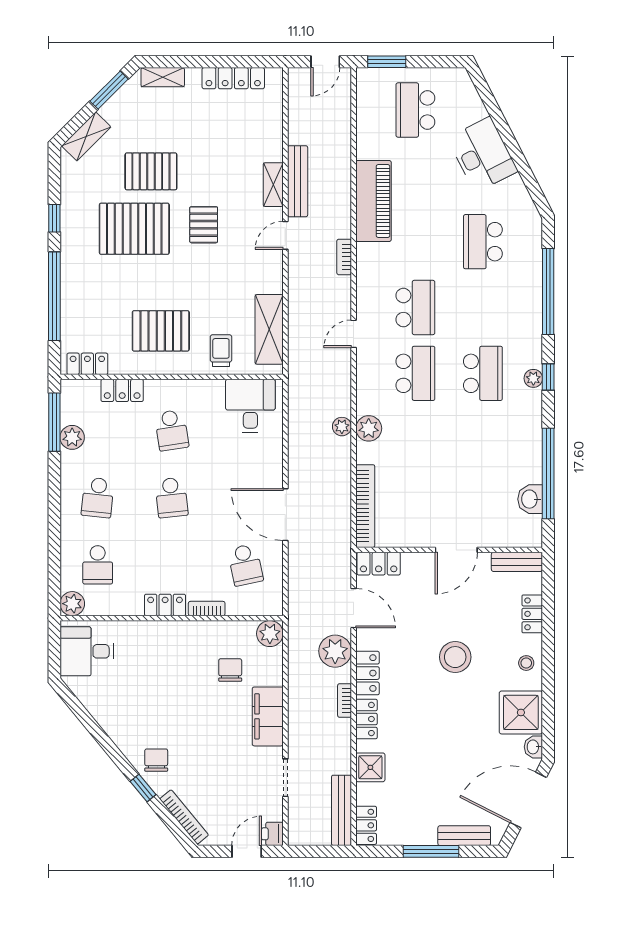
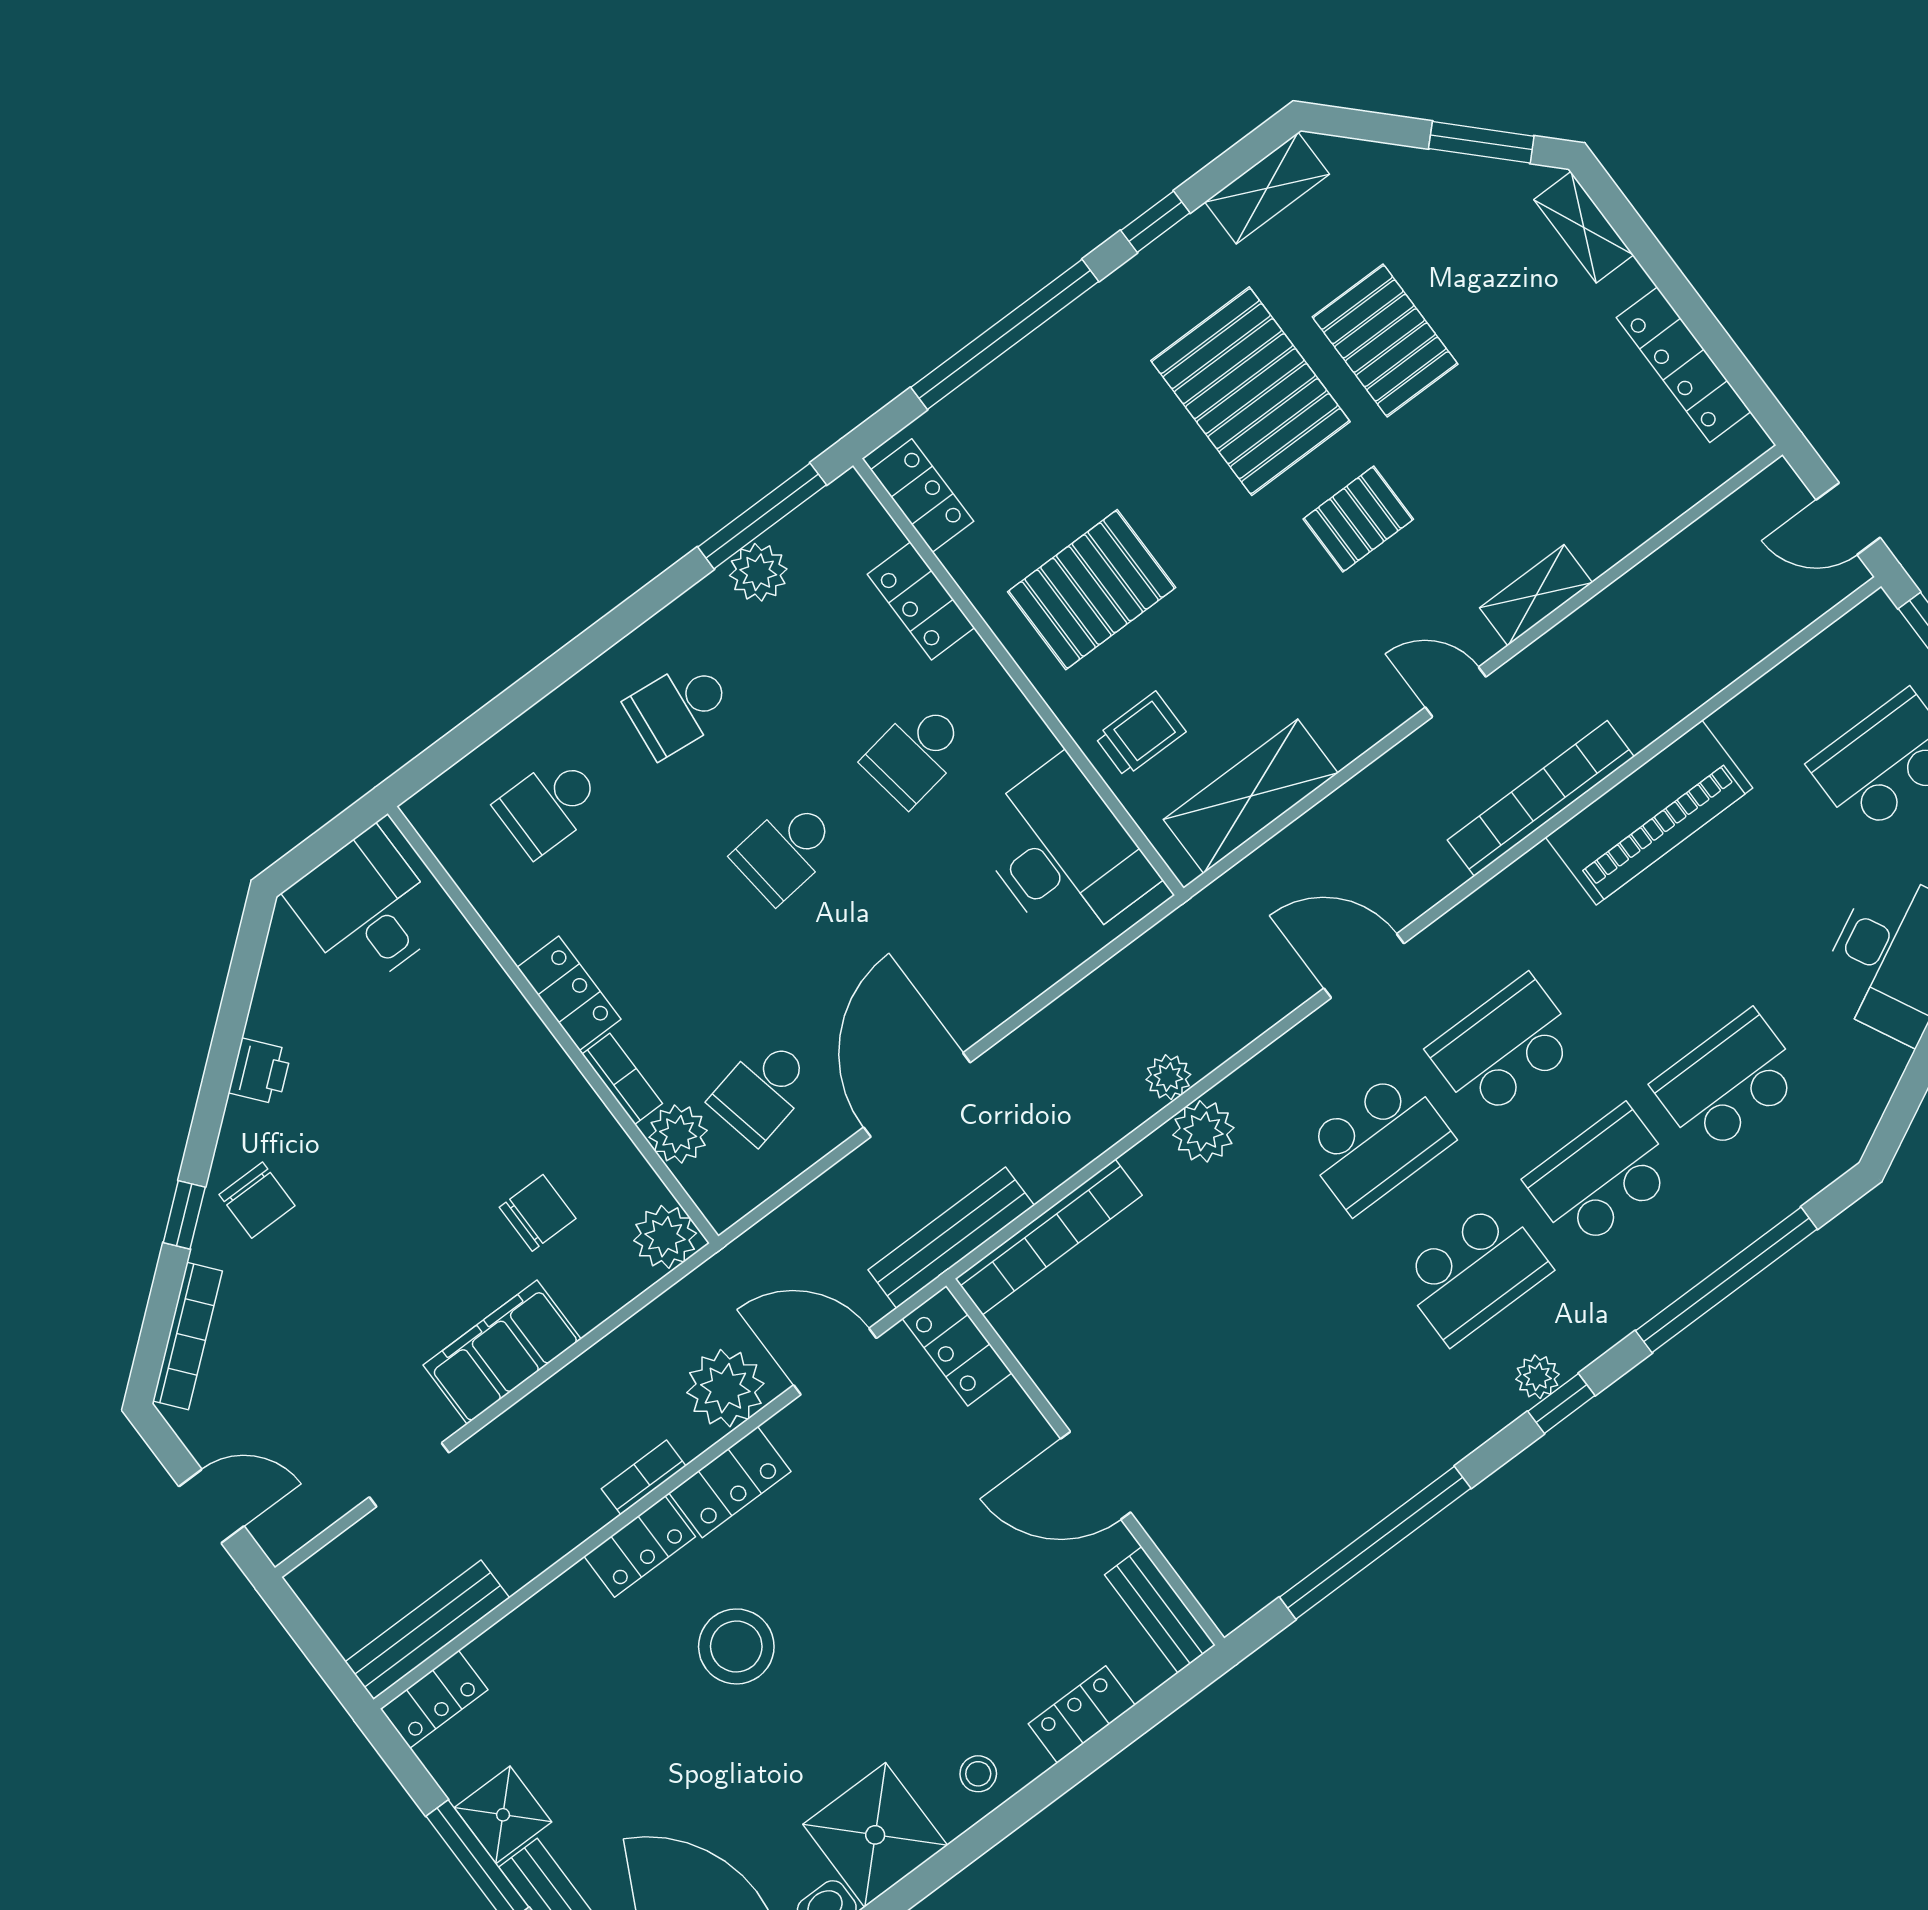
shelving: (86, 136) -> (1267, 188), moved, turned -45
bench: (298, 181) -> (951, 1238), moved
bookcase: (344, 257) -> (1541, 798), width x2.31, depth x1.31
school desk: (415, 308) -> (1504, 1047), turned 180
school desk: (483, 308) -> (1601, 1177), added
pallet: (161, 331) -> (1092, 590), turned 90
door: (354, 334) -> (1364, 966), width x1.38
desk: (250, 406) -> (1063, 853), width x1.37
washbasin: (530, 499) -> (1300, 1545), removed
plant: (72, 604) -> (678, 1134), moved
door: (354, 608) -> (835, 1362), swing flipped
stool: (455, 657) -> (736, 1646), moved
chair: (156, 760) -> (257, 1200), turned 90
shower: (370, 767) -> (503, 1815), moved
printer: (272, 834) -> (260, 1071), moved, turned 141

